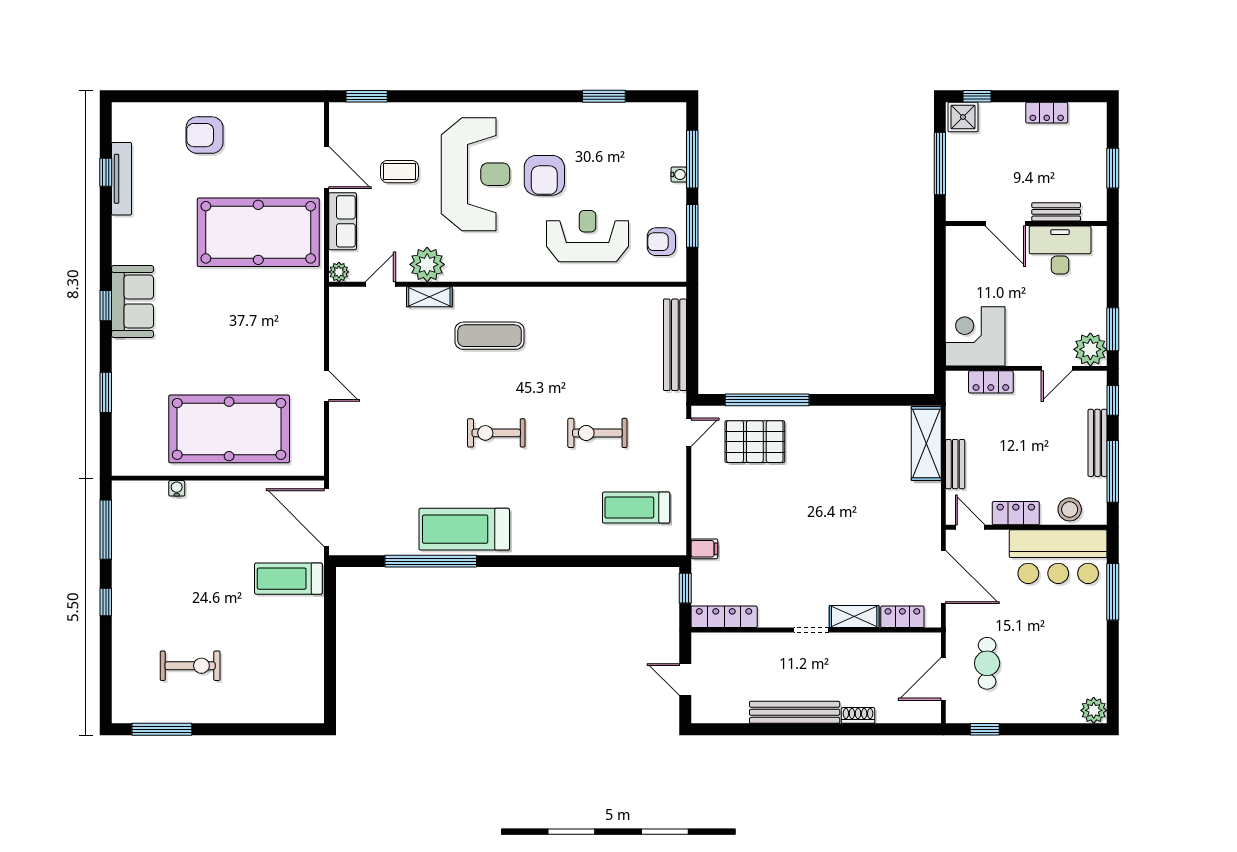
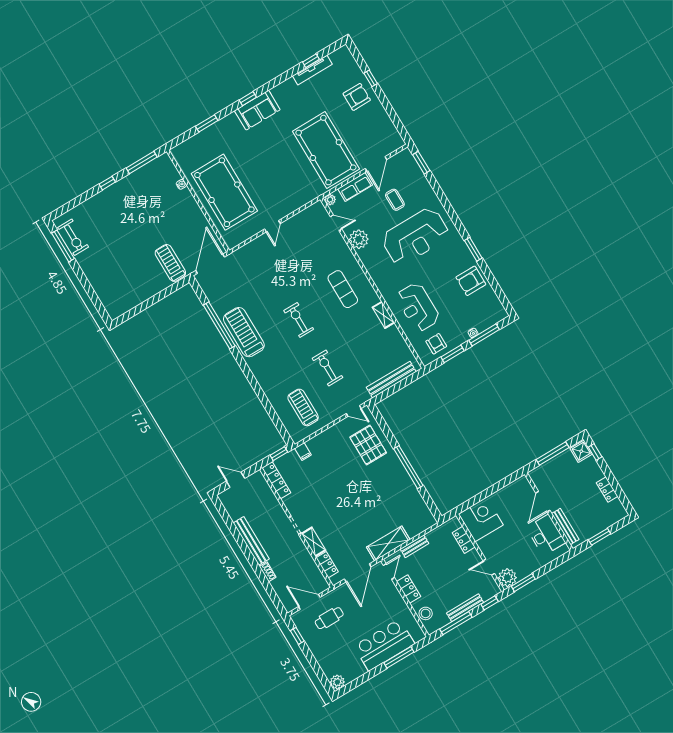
window: (189, 96) -> (371, 78), added
window: (604, 96) -> (473, 249), moved
armchair: (205, 135) -> (357, 97), turned 90
armchair: (544, 175) -> (471, 281), moved
bench: (1056, 212) -> (565, 527), width x1.36
reception desk: (587, 236) -> (418, 307), turned 180
shelving: (429, 297) -> (383, 315), moved
window: (767, 400) -> (408, 467), moved
shelving: (926, 443) -> (388, 543), moved
bar counter: (1058, 557) -> (384, 645), moved, turned 90
exercise bike: (190, 666) -> (73, 237), moved
door: (685, 679) -> (236, 480), hinge flipped

